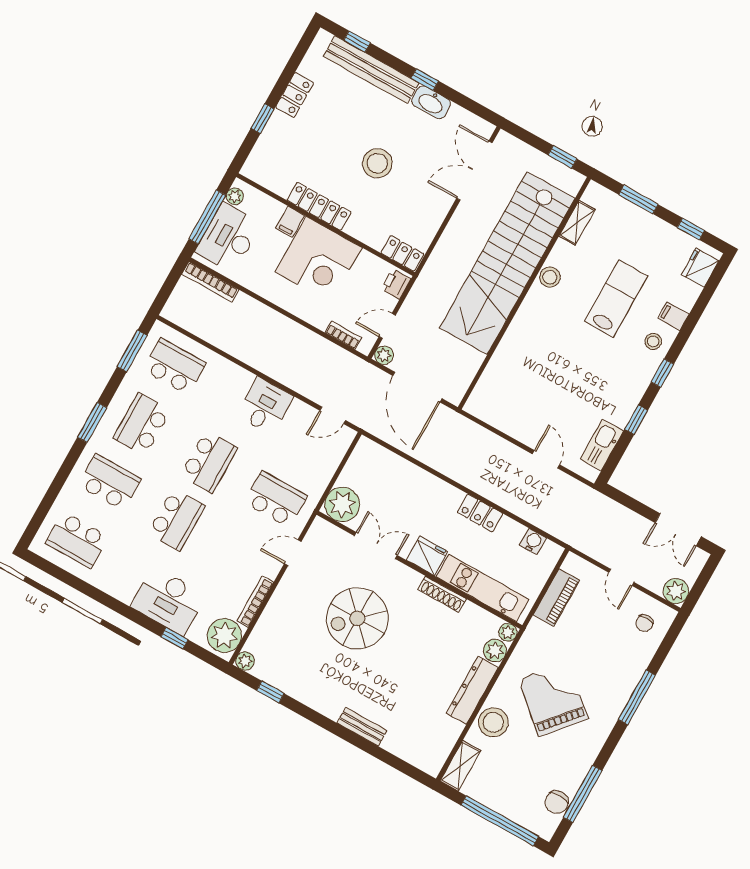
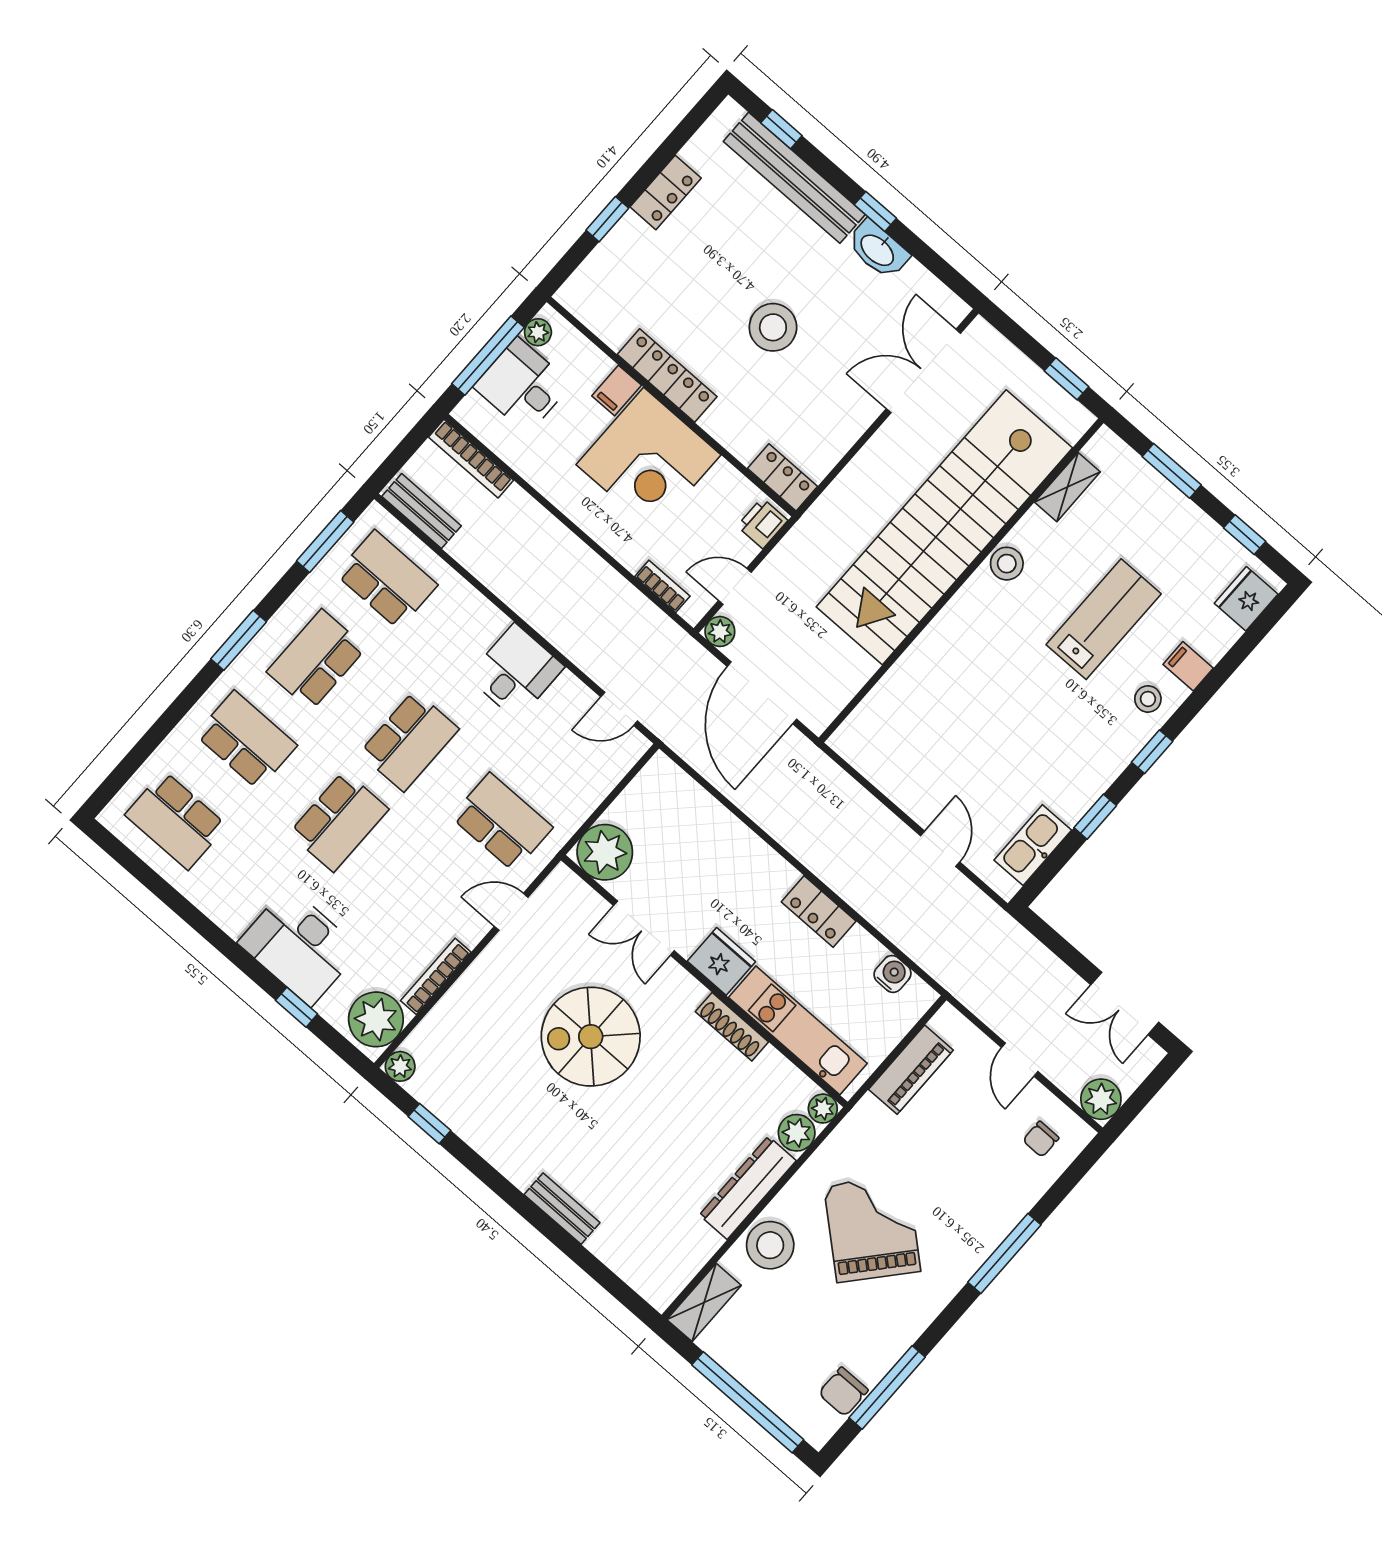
desk: (228, 238) -> (522, 386), width x0.73
bench: (187, 320) -> (422, 511), added
double door: (376, 546) -> (644, 928), swing flipped

